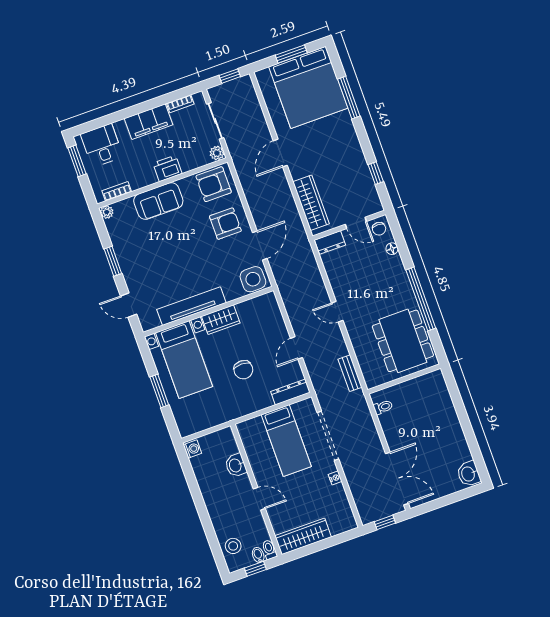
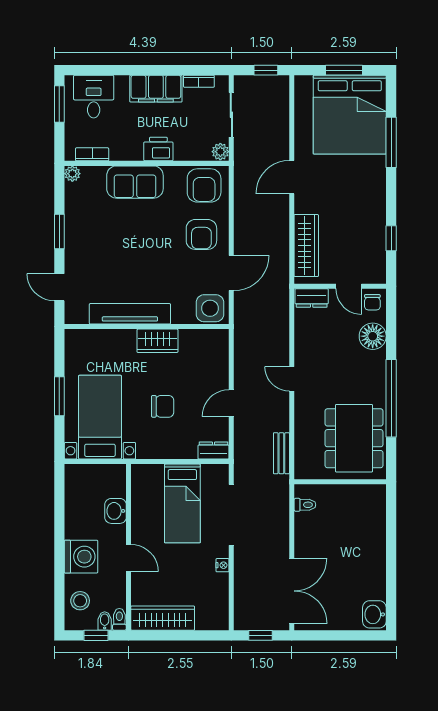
armchair: (214, 184) -> (204, 185), turned -90
armchair: (225, 224) -> (201, 234), turned 90
floor lamp: (392, 249) -> (373, 336), width x1.89, depth x1.89
bed with nightstands: (184, 360) -> (100, 417), moved, turned 180
chair: (243, 370) -> (163, 406), turned -90
dresser: (290, 392) -> (213, 450), width x0.70
washing machine: (192, 449) -> (81, 557), moved, width x1.89, depth x1.89

